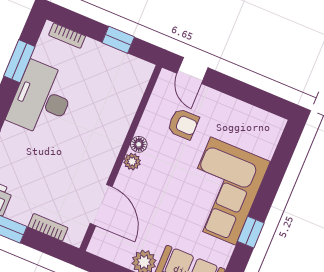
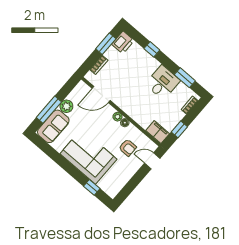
filing cabinet: (136, 78) -> (158, 132), added
desk: (42, 99) -> (163, 82), width x0.73
armchair: (183, 124) -> (128, 148), turned -90
window: (251, 232) -> (92, 187), moved

